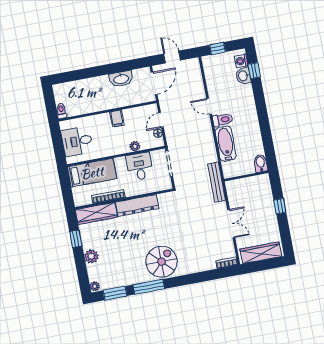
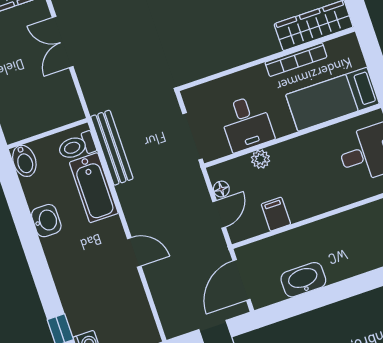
washbasin: (243, 76) -> (46, 221), moved
filing cabinet: (117, 118) -> (276, 214), moved
toilet: (223, 120) -> (77, 146), moved
bench: (216, 182) -> (112, 148), moved
dresser: (137, 205) -> (241, 51), removed

